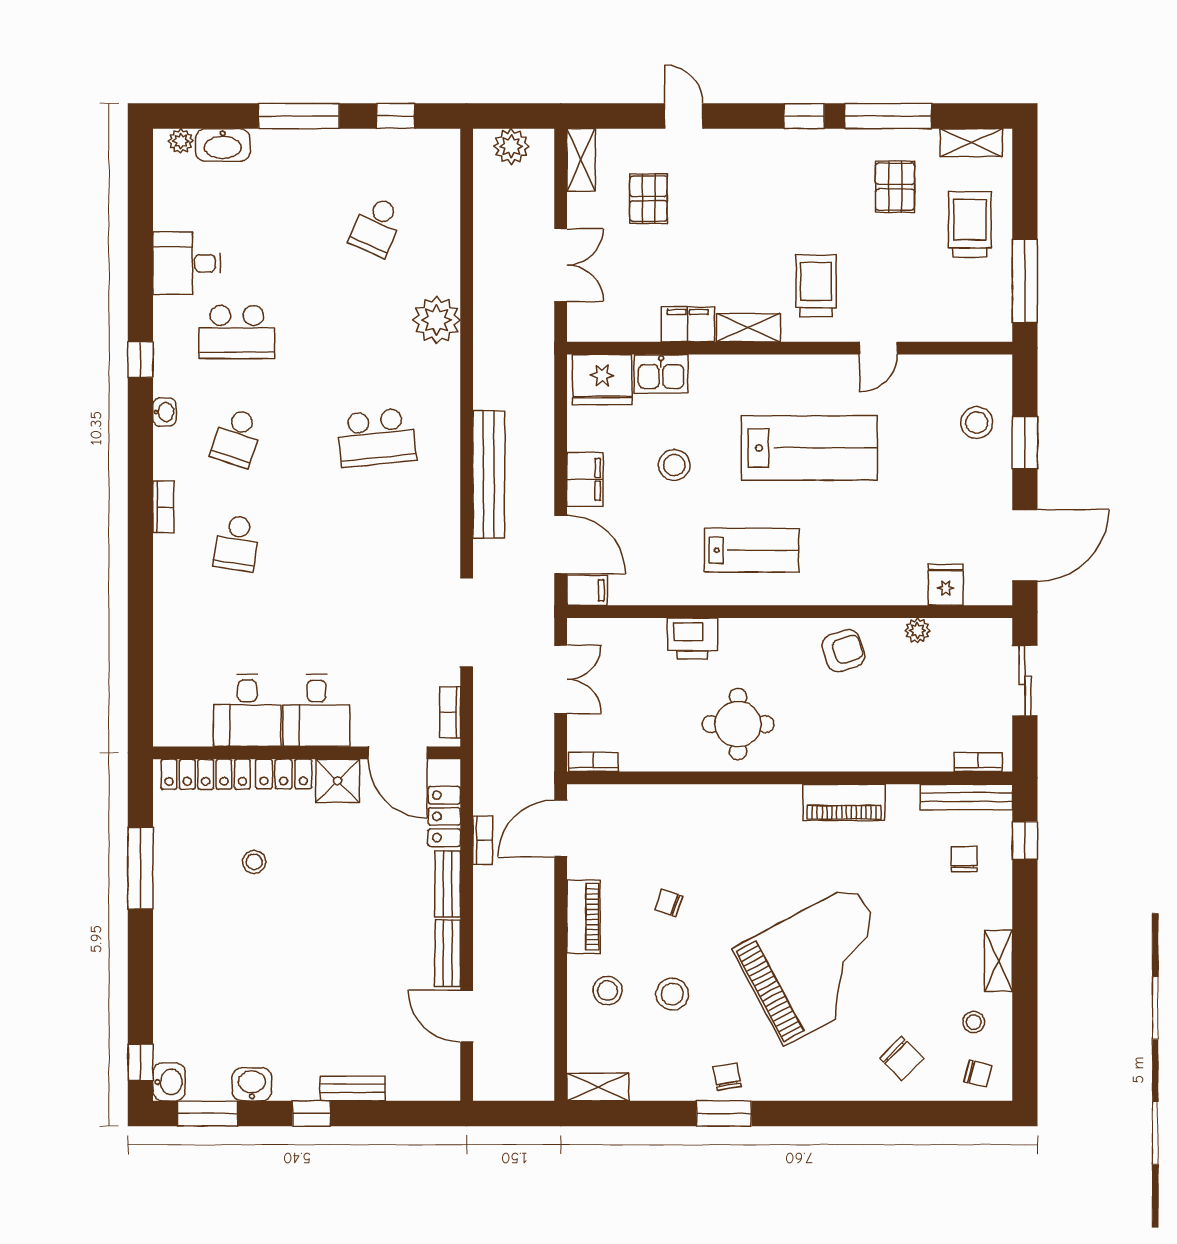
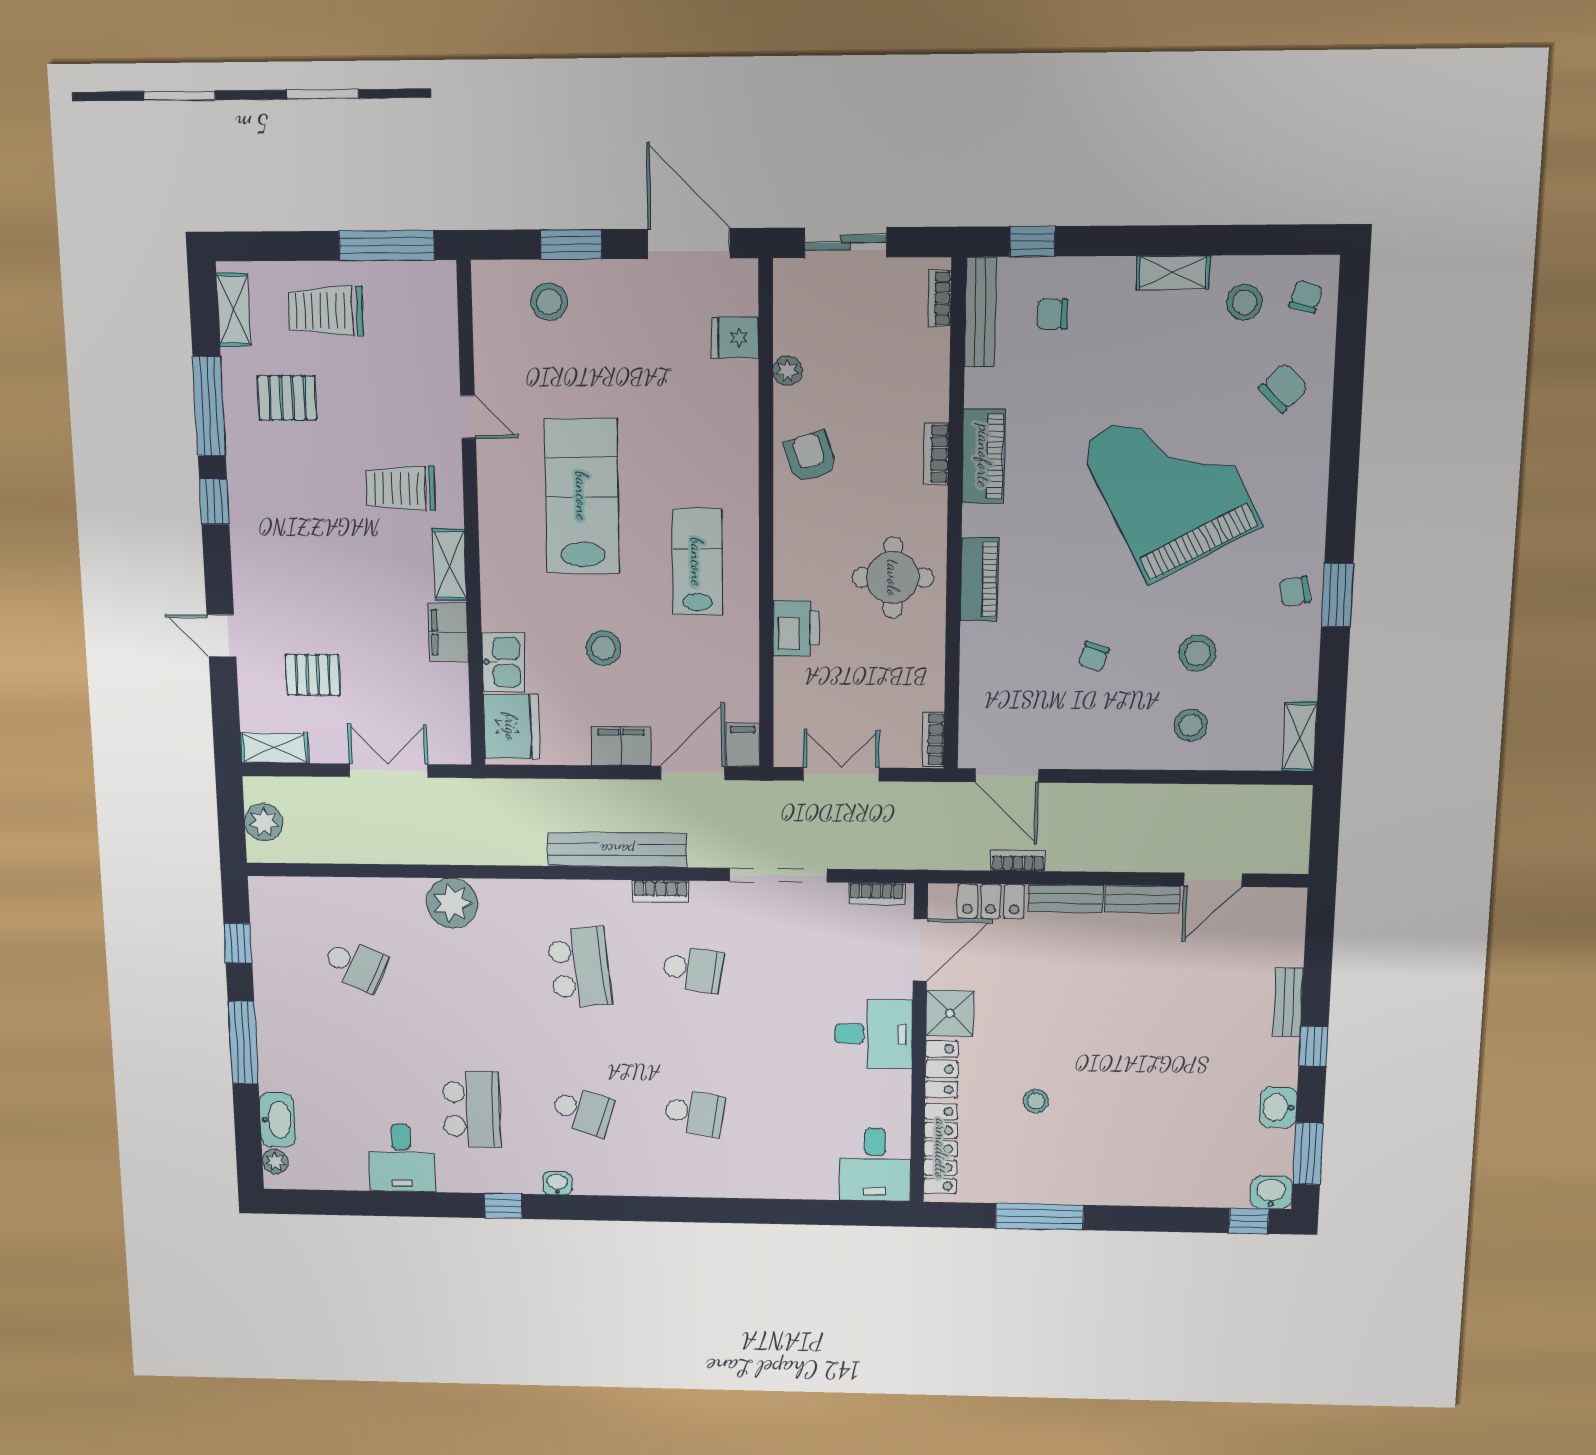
door: (684, 116) -> (221, 636), hinge flipped
bookcase: (163, 507) -> (661, 891), moved, turned 180
school desk: (376, 543) -> (693, 969), added
desk: (247, 710) -> (875, 1165), moved, turned 90
bookcase: (846, 761) -> (936, 454), added
piano: (583, 917) -> (979, 579), moved, turned 90
stool: (974, 1022) -> (1244, 302), width x1.37, depth x1.37

